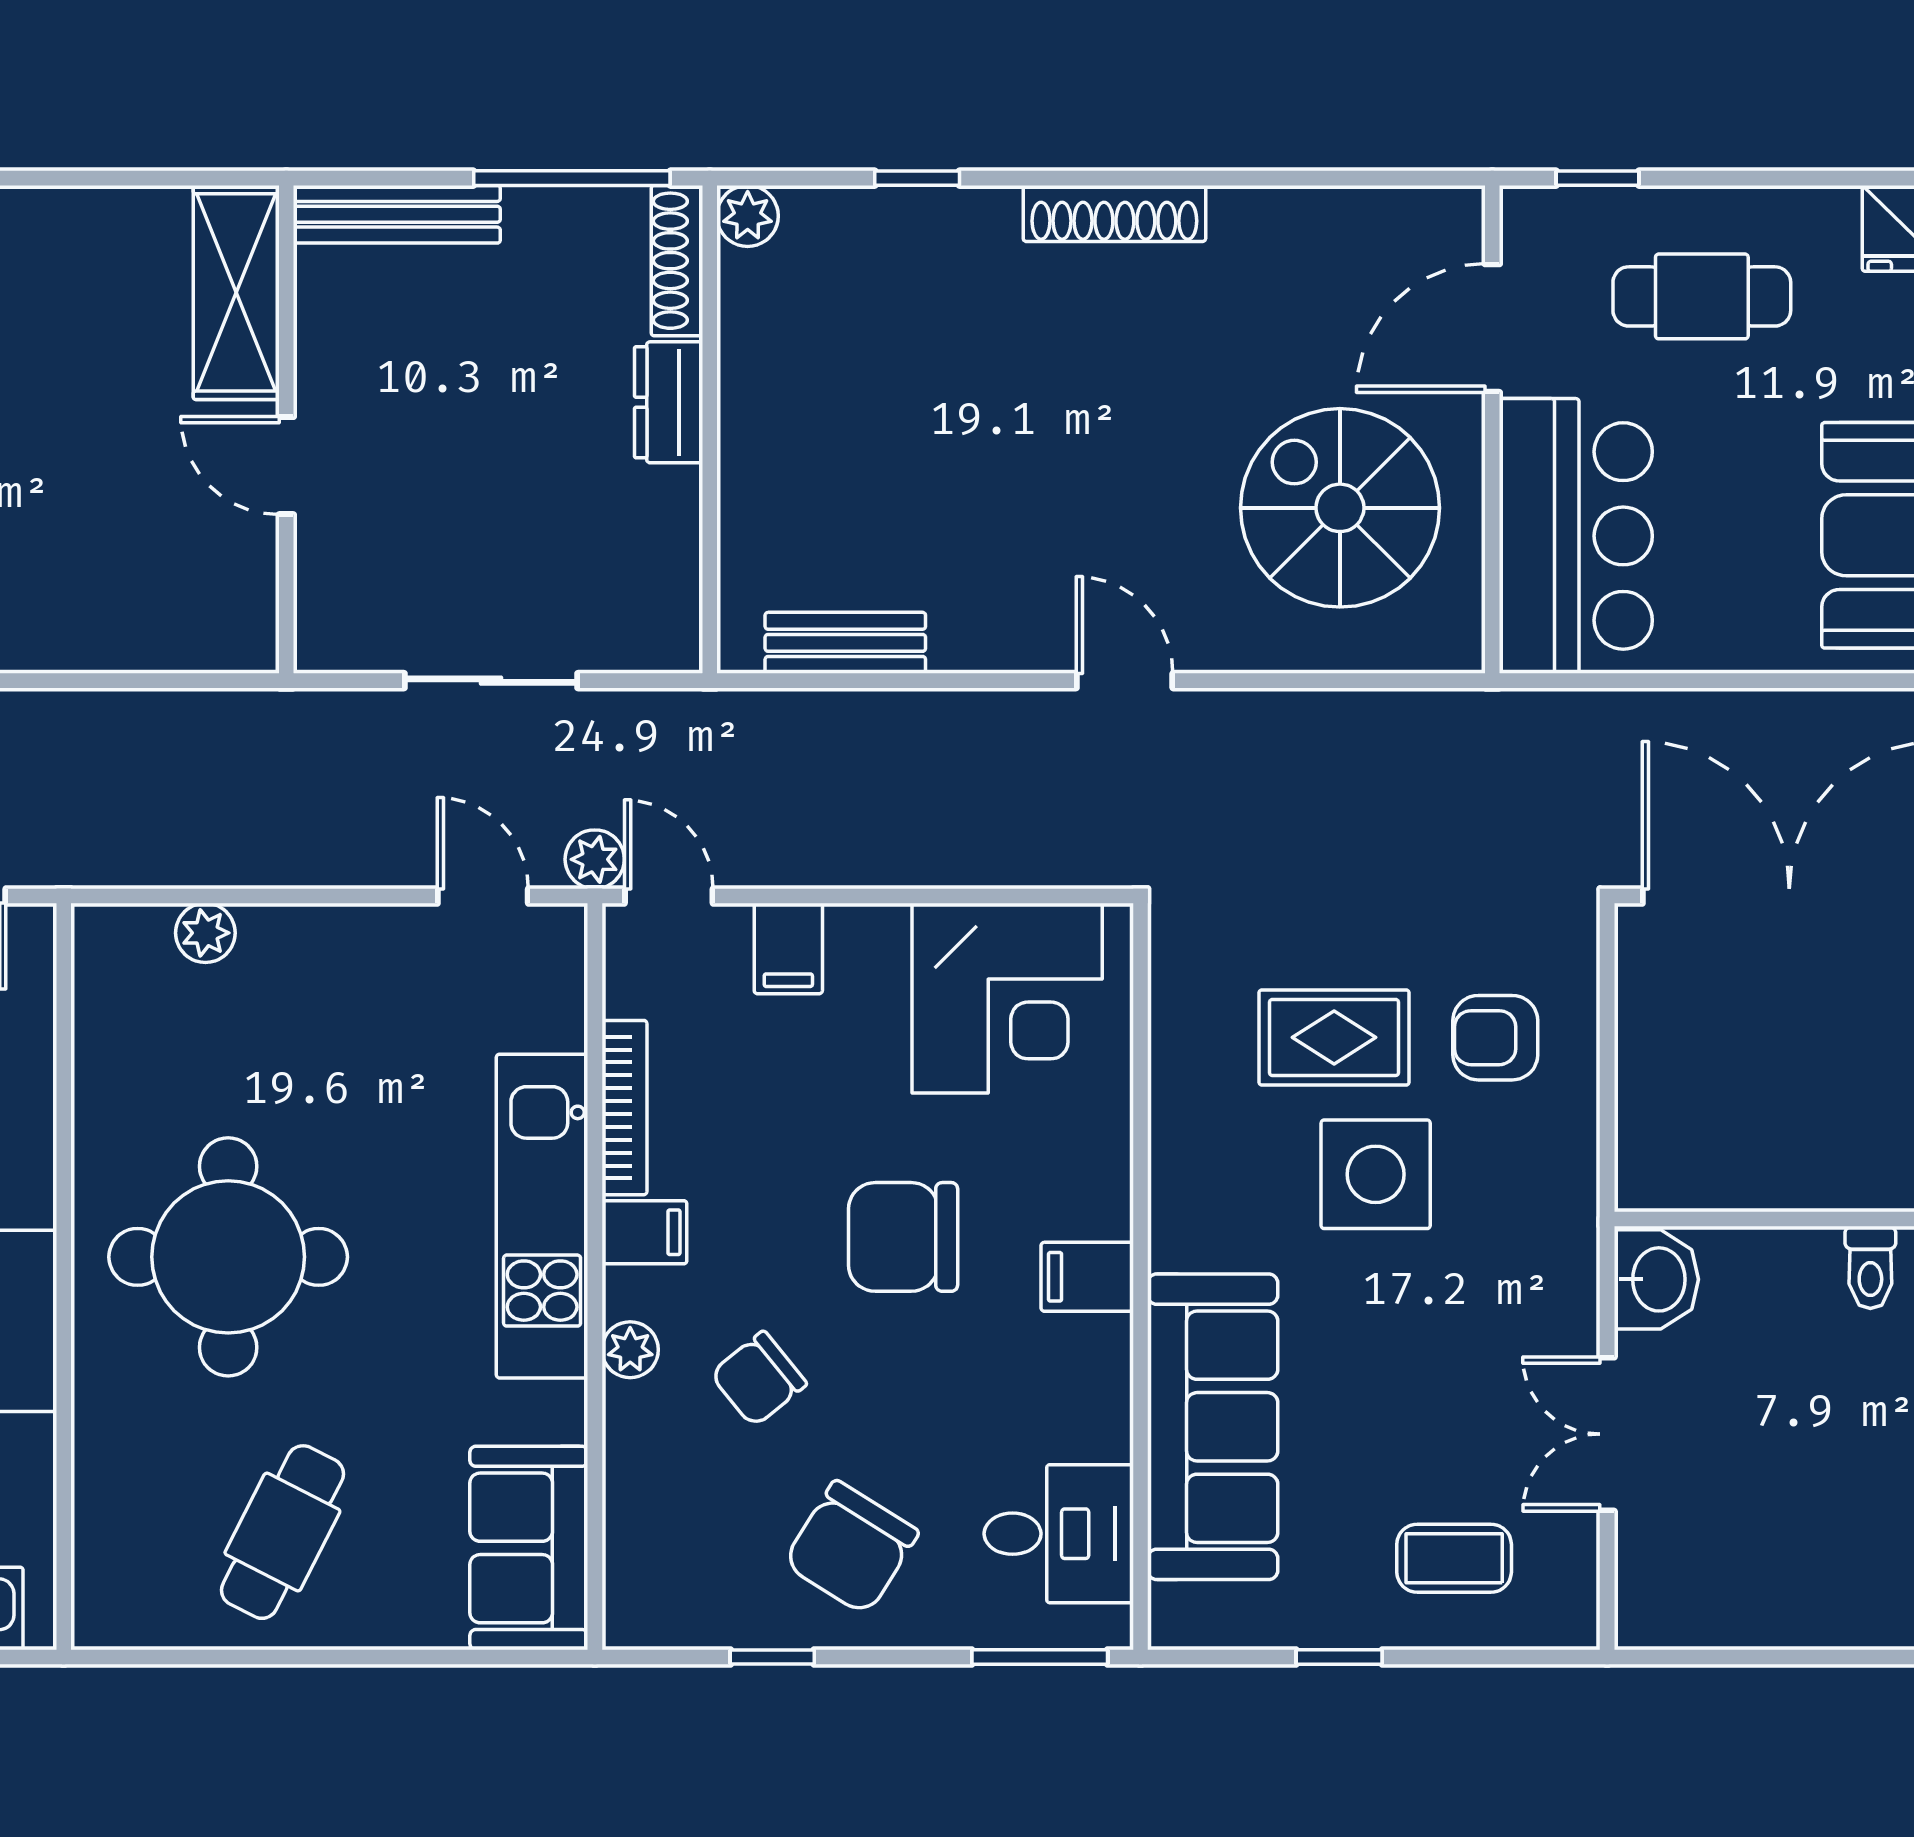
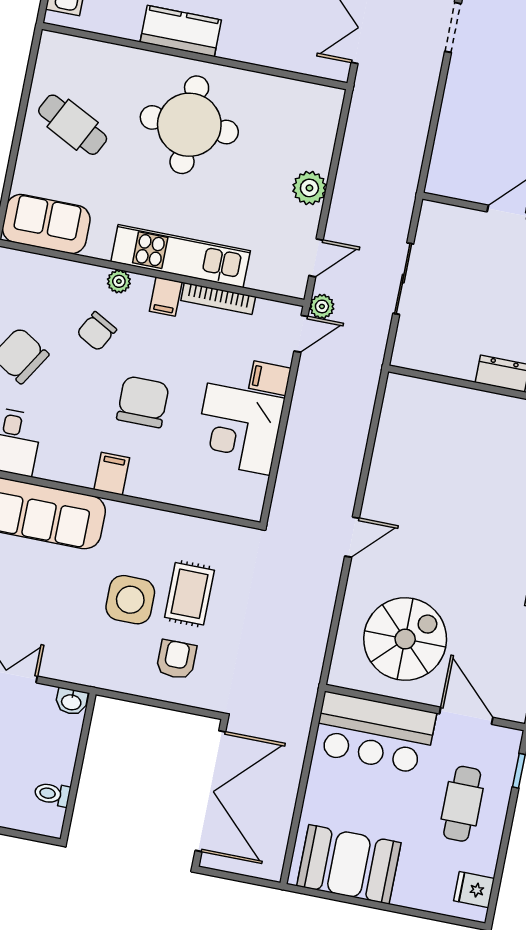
bench: (845, 643) -> (390, 426), removed
plant: (205, 933) -> (309, 188), moved, width x1.38, depth x1.38
corner desk: (1007, 998) -> (239, 429), moved
washbasin: (1656, 1279) -> (71, 702), width x0.72, depth x0.69
chair: (759, 1379) -> (97, 331), turned -112

